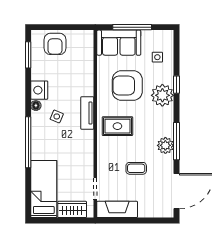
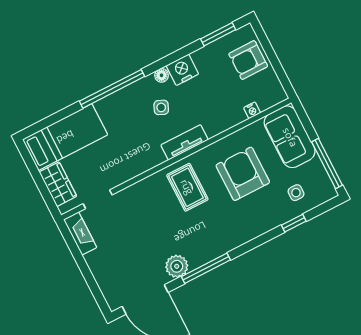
window: (132, 27) -> (327, 163), moved
nightstand: (89, 58) -> (252, 110), added
window: (176, 85) -> (294, 223), moved
plant: (162, 95) -> (253, 223), removed
plant: (165, 145) -> (177, 266), moved
coffee table: (136, 168) -> (148, 236), removed
fireplace: (117, 209) -> (80, 233), width x0.73, depth x0.76

